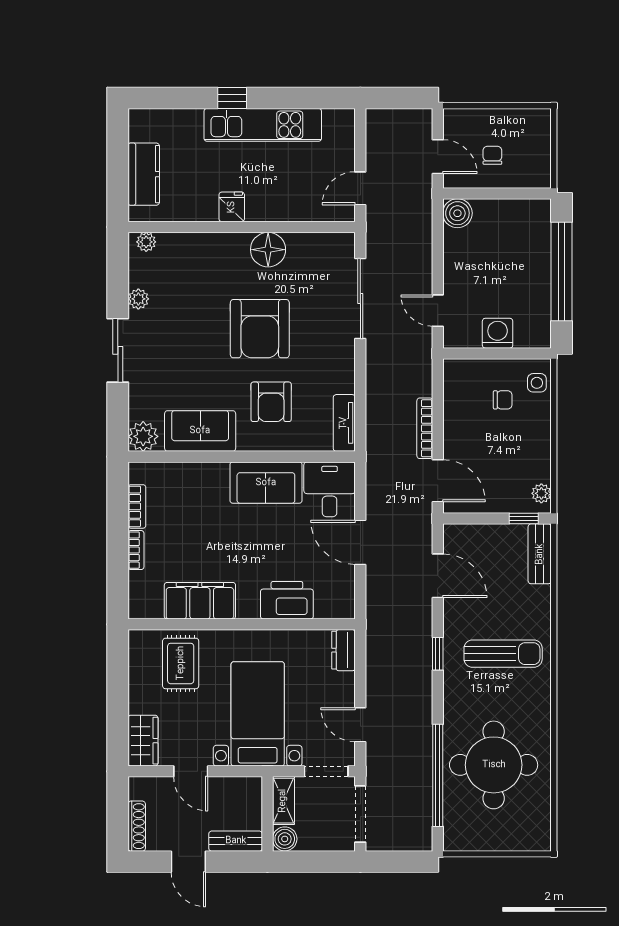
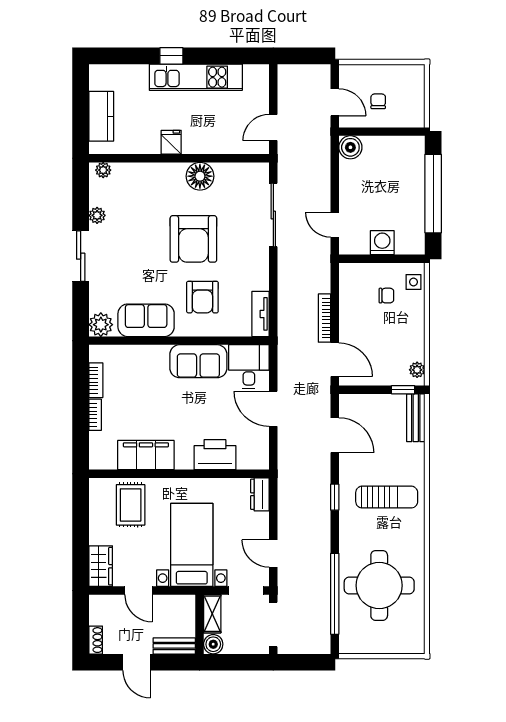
shoe rack: (137, 826) -> (96, 640), width x0.70

